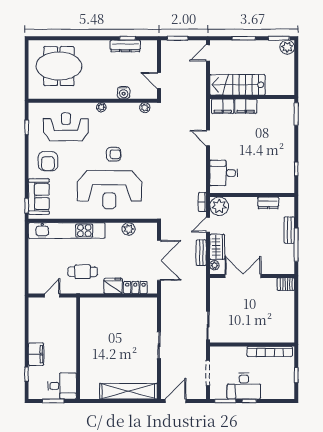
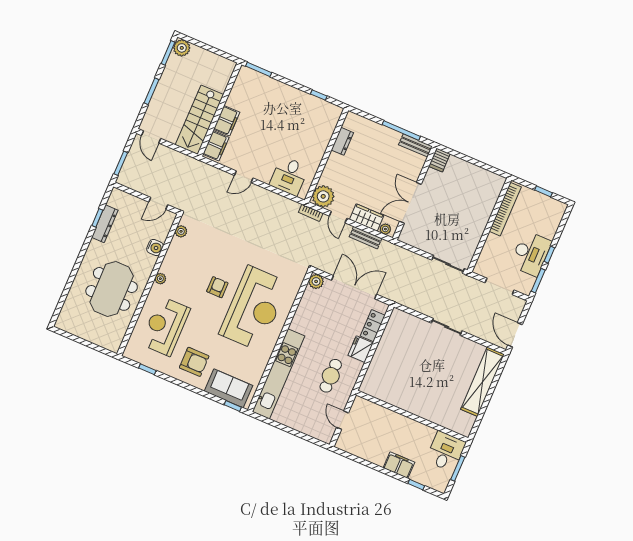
meeting table: (59, 66) -> (112, 289), moved
plant: (129, 229) -> (316, 281), moved
bench: (289, 230) -> (415, 145), moved

